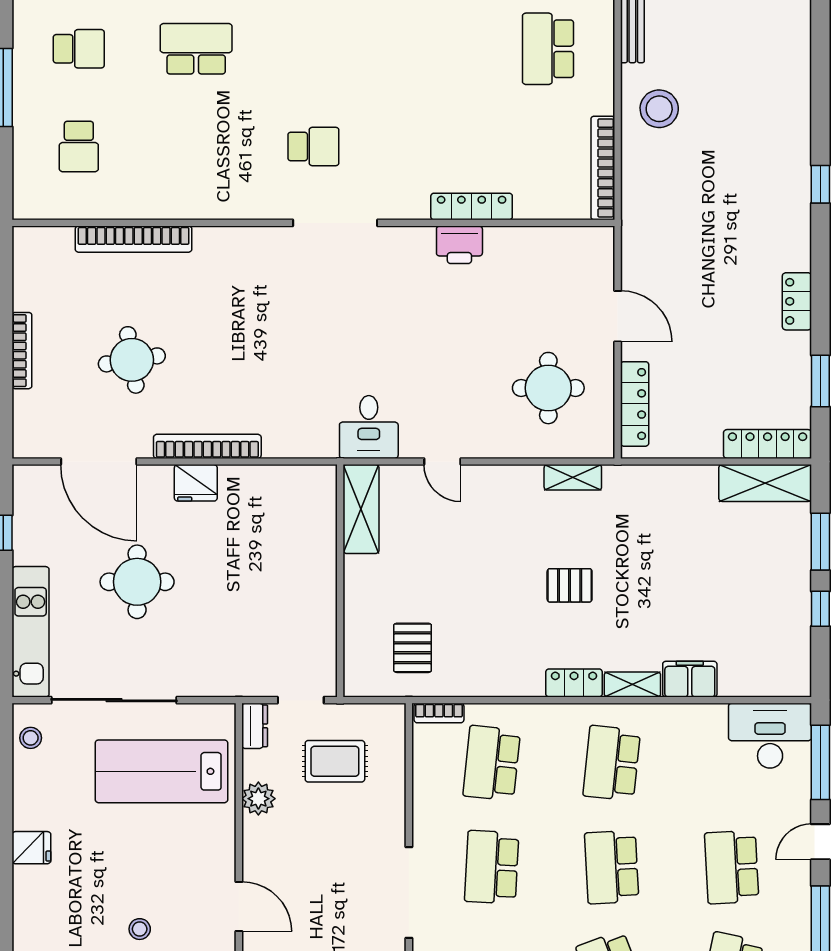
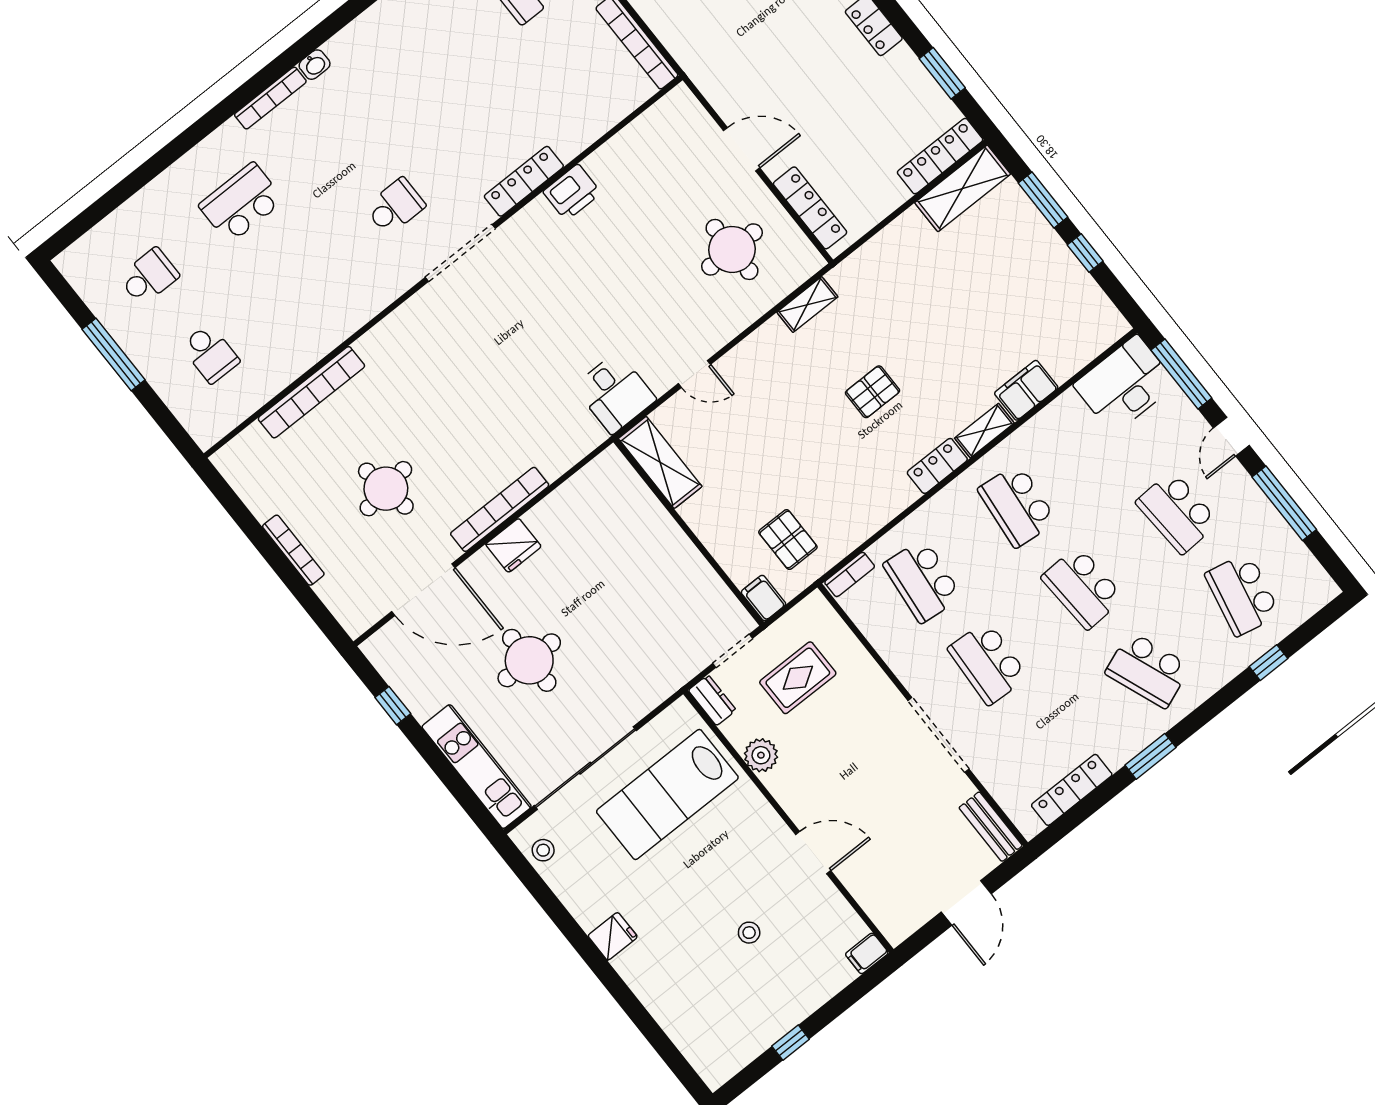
locker: (472, 206) -> (524, 181), moved
filing cabinet: (357, 678) -> (763, 598), added

